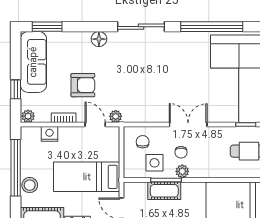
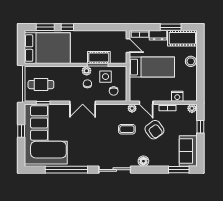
sofa: (33, 62) -> (188, 151), width x0.73
armchair: (83, 85) -> (154, 130), turned -126
coffee table: (123, 86) -> (127, 129), added
window: (16, 168) -> (200, 73), removed

